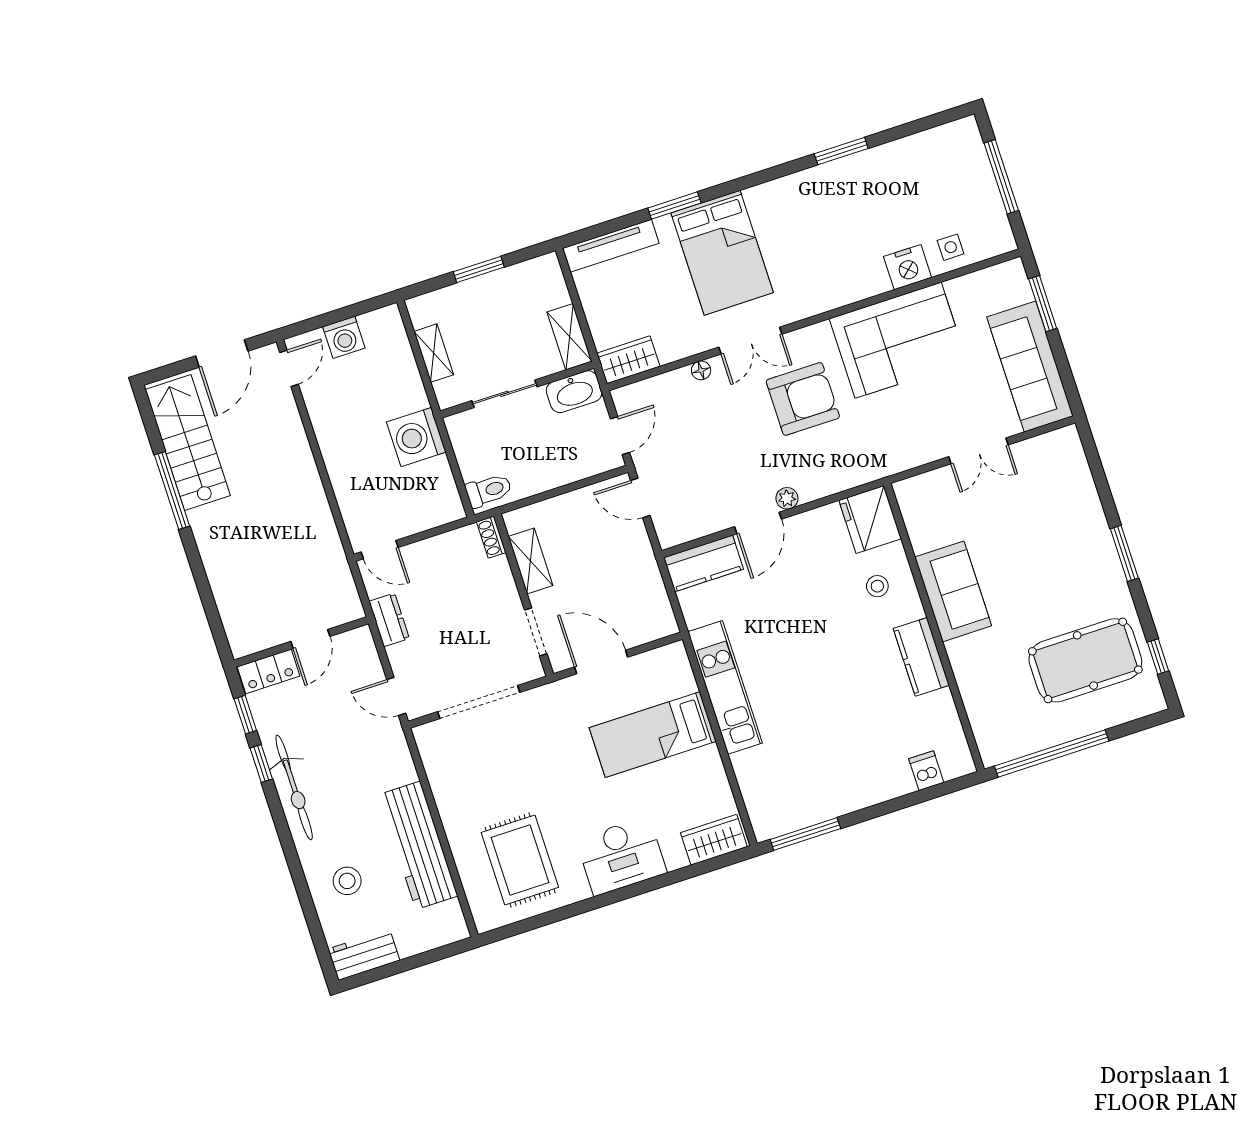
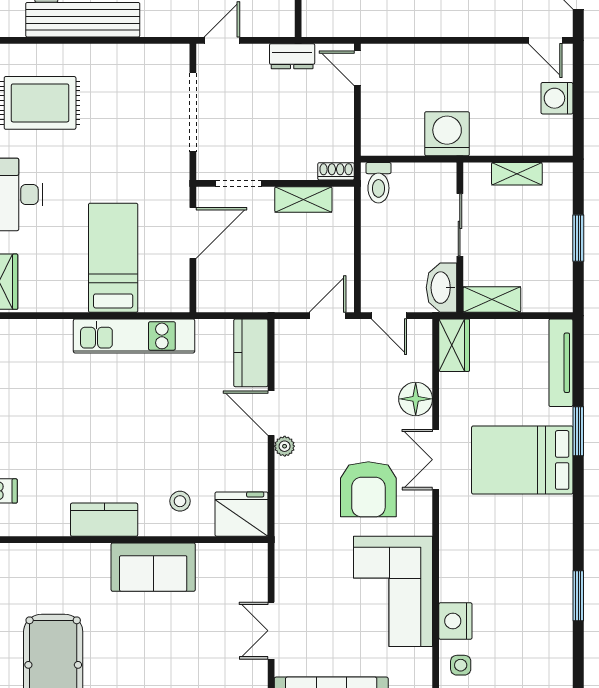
floor lamp: (701, 370) -> (416, 399), width x1.89, depth x1.89
door: (380, 550) -> (357, 68), hinge flipped

